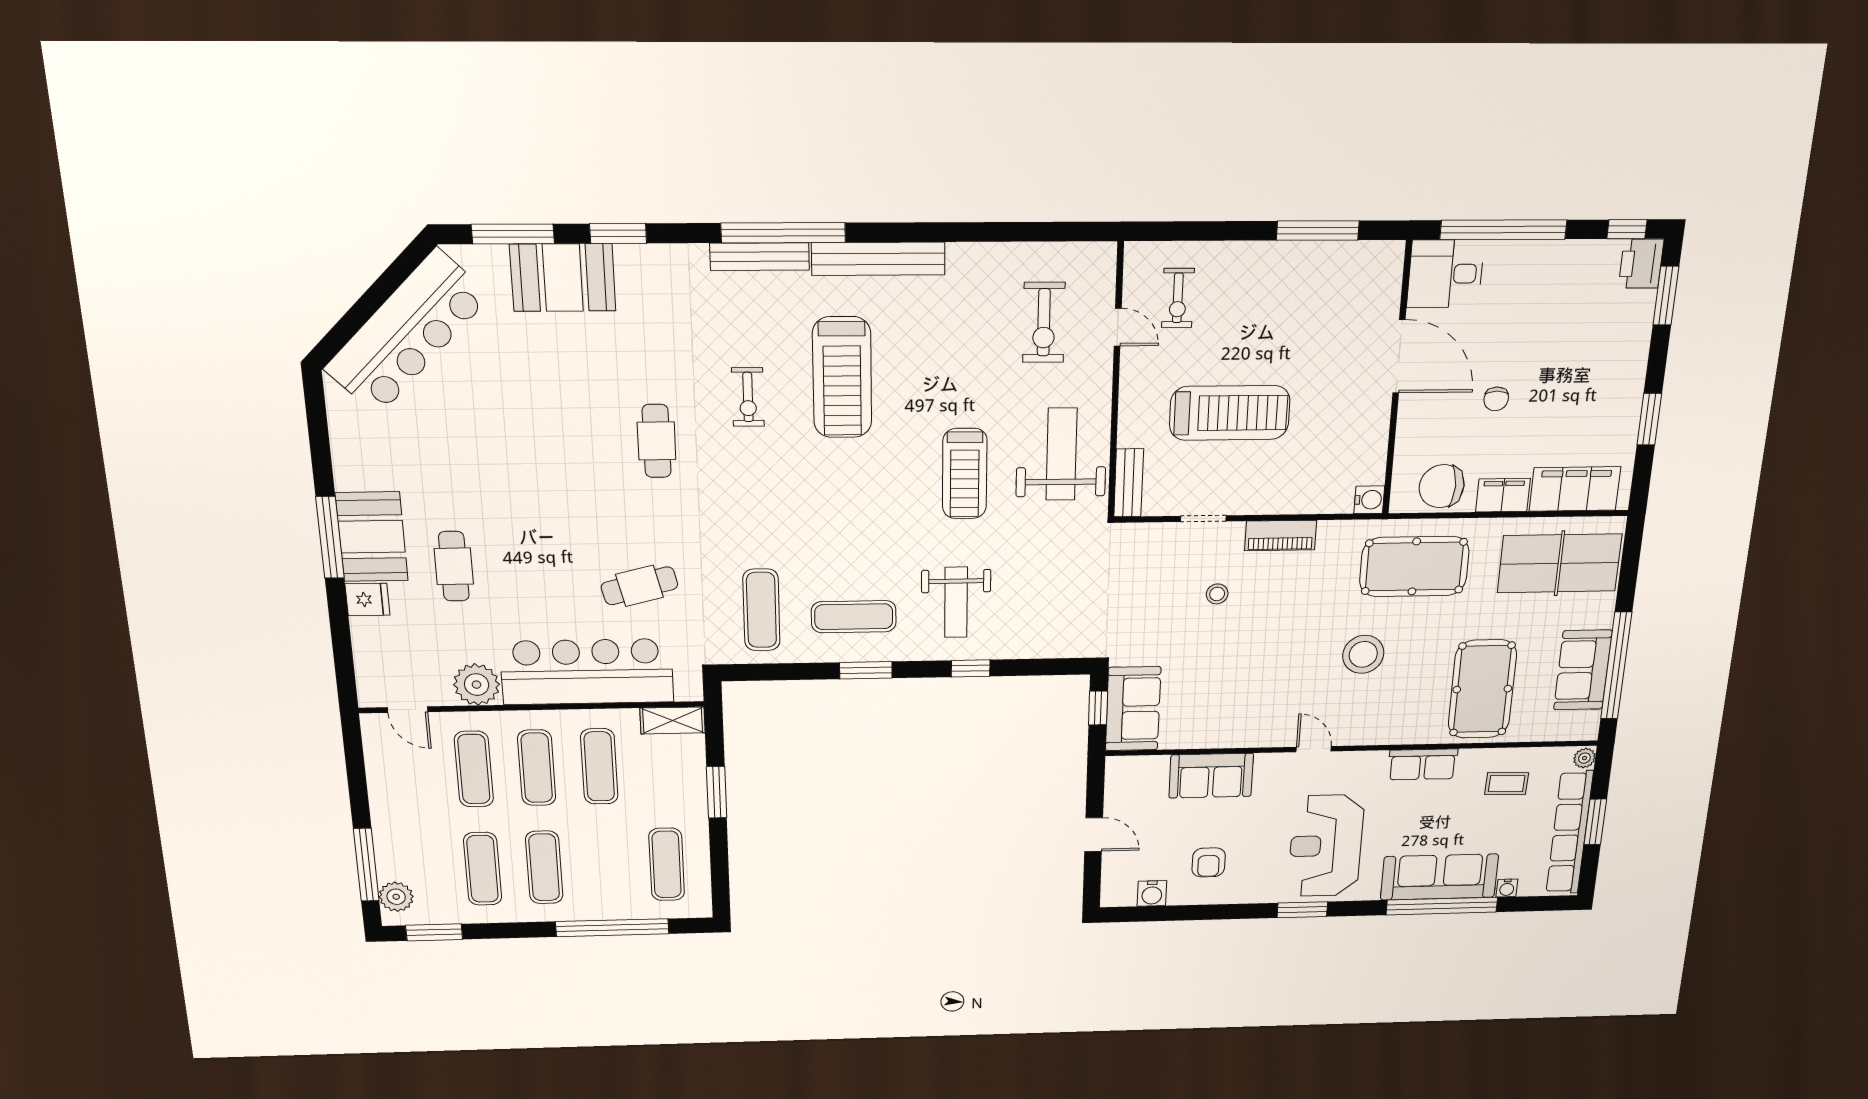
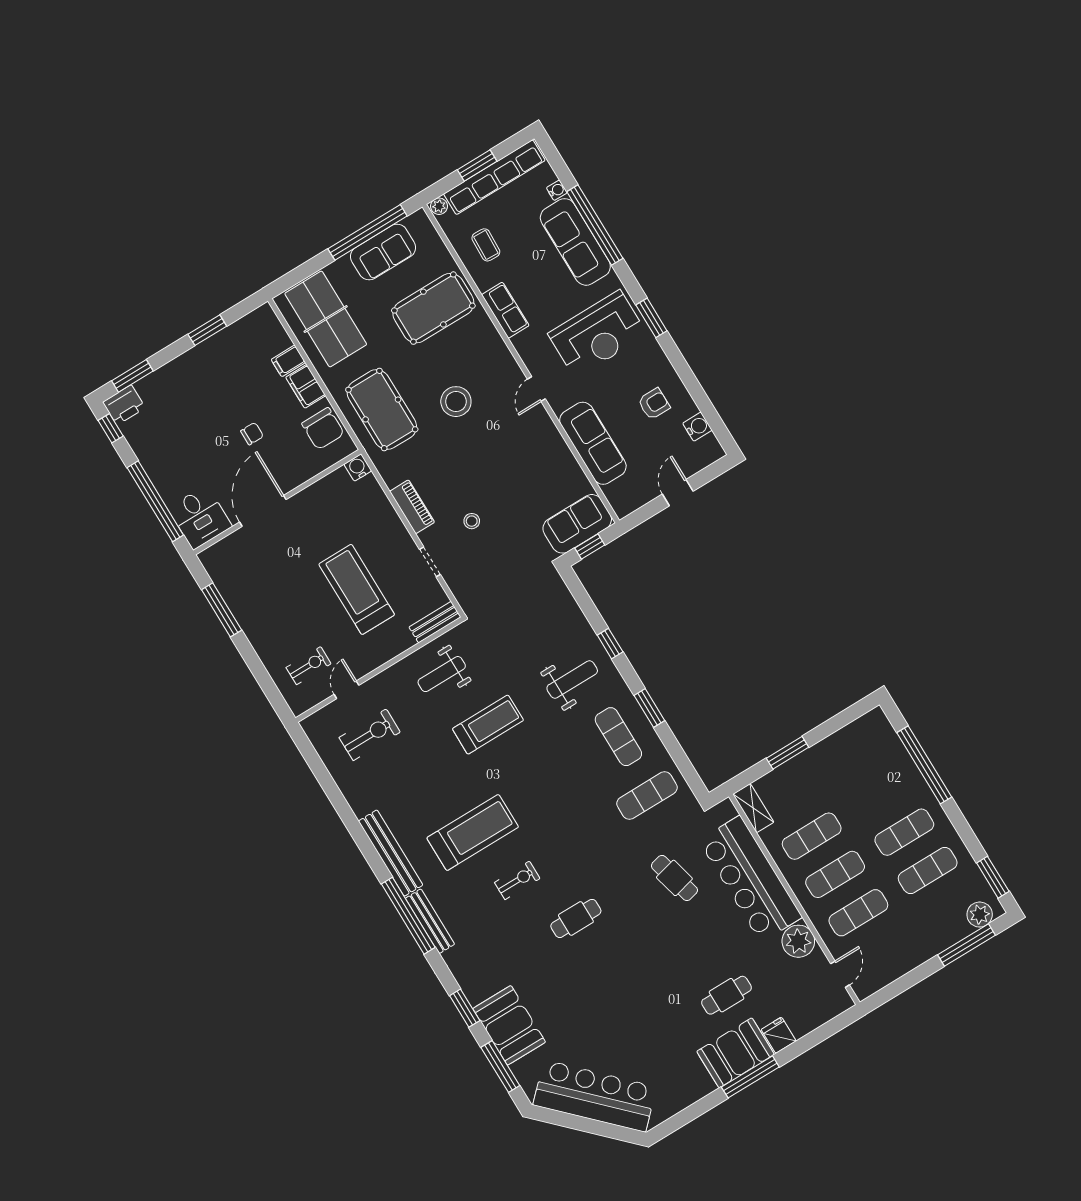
weight bench: (1061, 454) -> (442, 674), width x0.73, depth x0.75
filing cabinet: (1575, 489) -> (288, 361), width x0.33, depth x0.86
sofa: (1211, 776) -> (593, 443), width x1.36
exercise mat: (667, 864) -> (858, 756), removed

